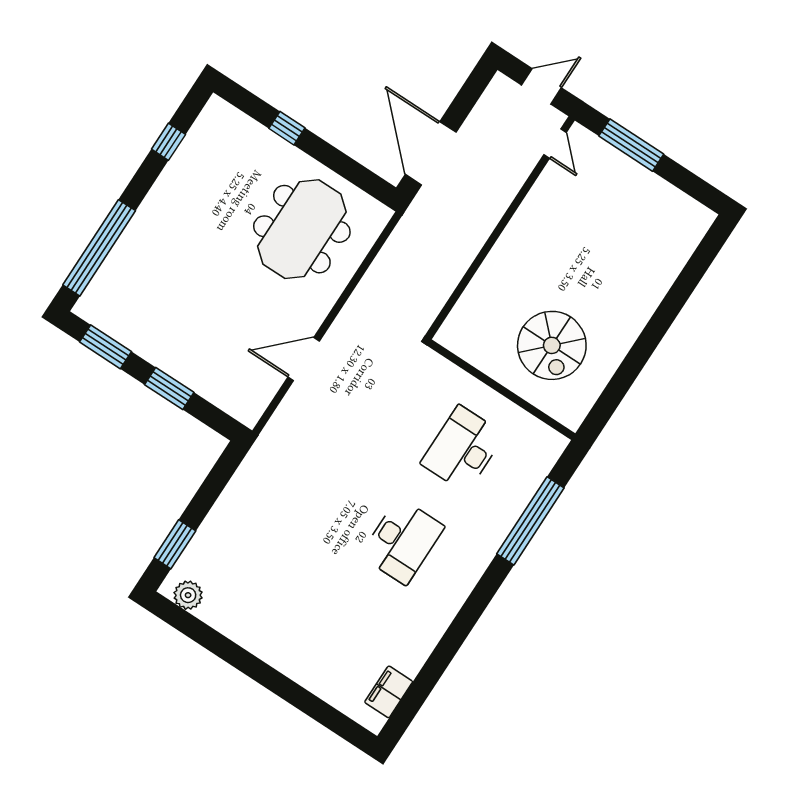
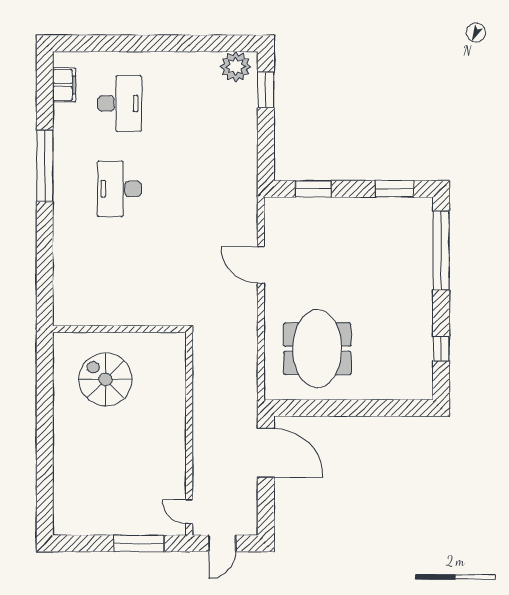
window: (287, 128) -> (370, 408), removed
door: (304, 359) -> (261, 265), swing flipped
window: (169, 388) -> (313, 189), moved
desk: (463, 449) -> (119, 103), moved
window: (530, 521) -> (45, 166), moved
plant: (188, 595) -> (236, 67), width x1.36, depth x1.36

